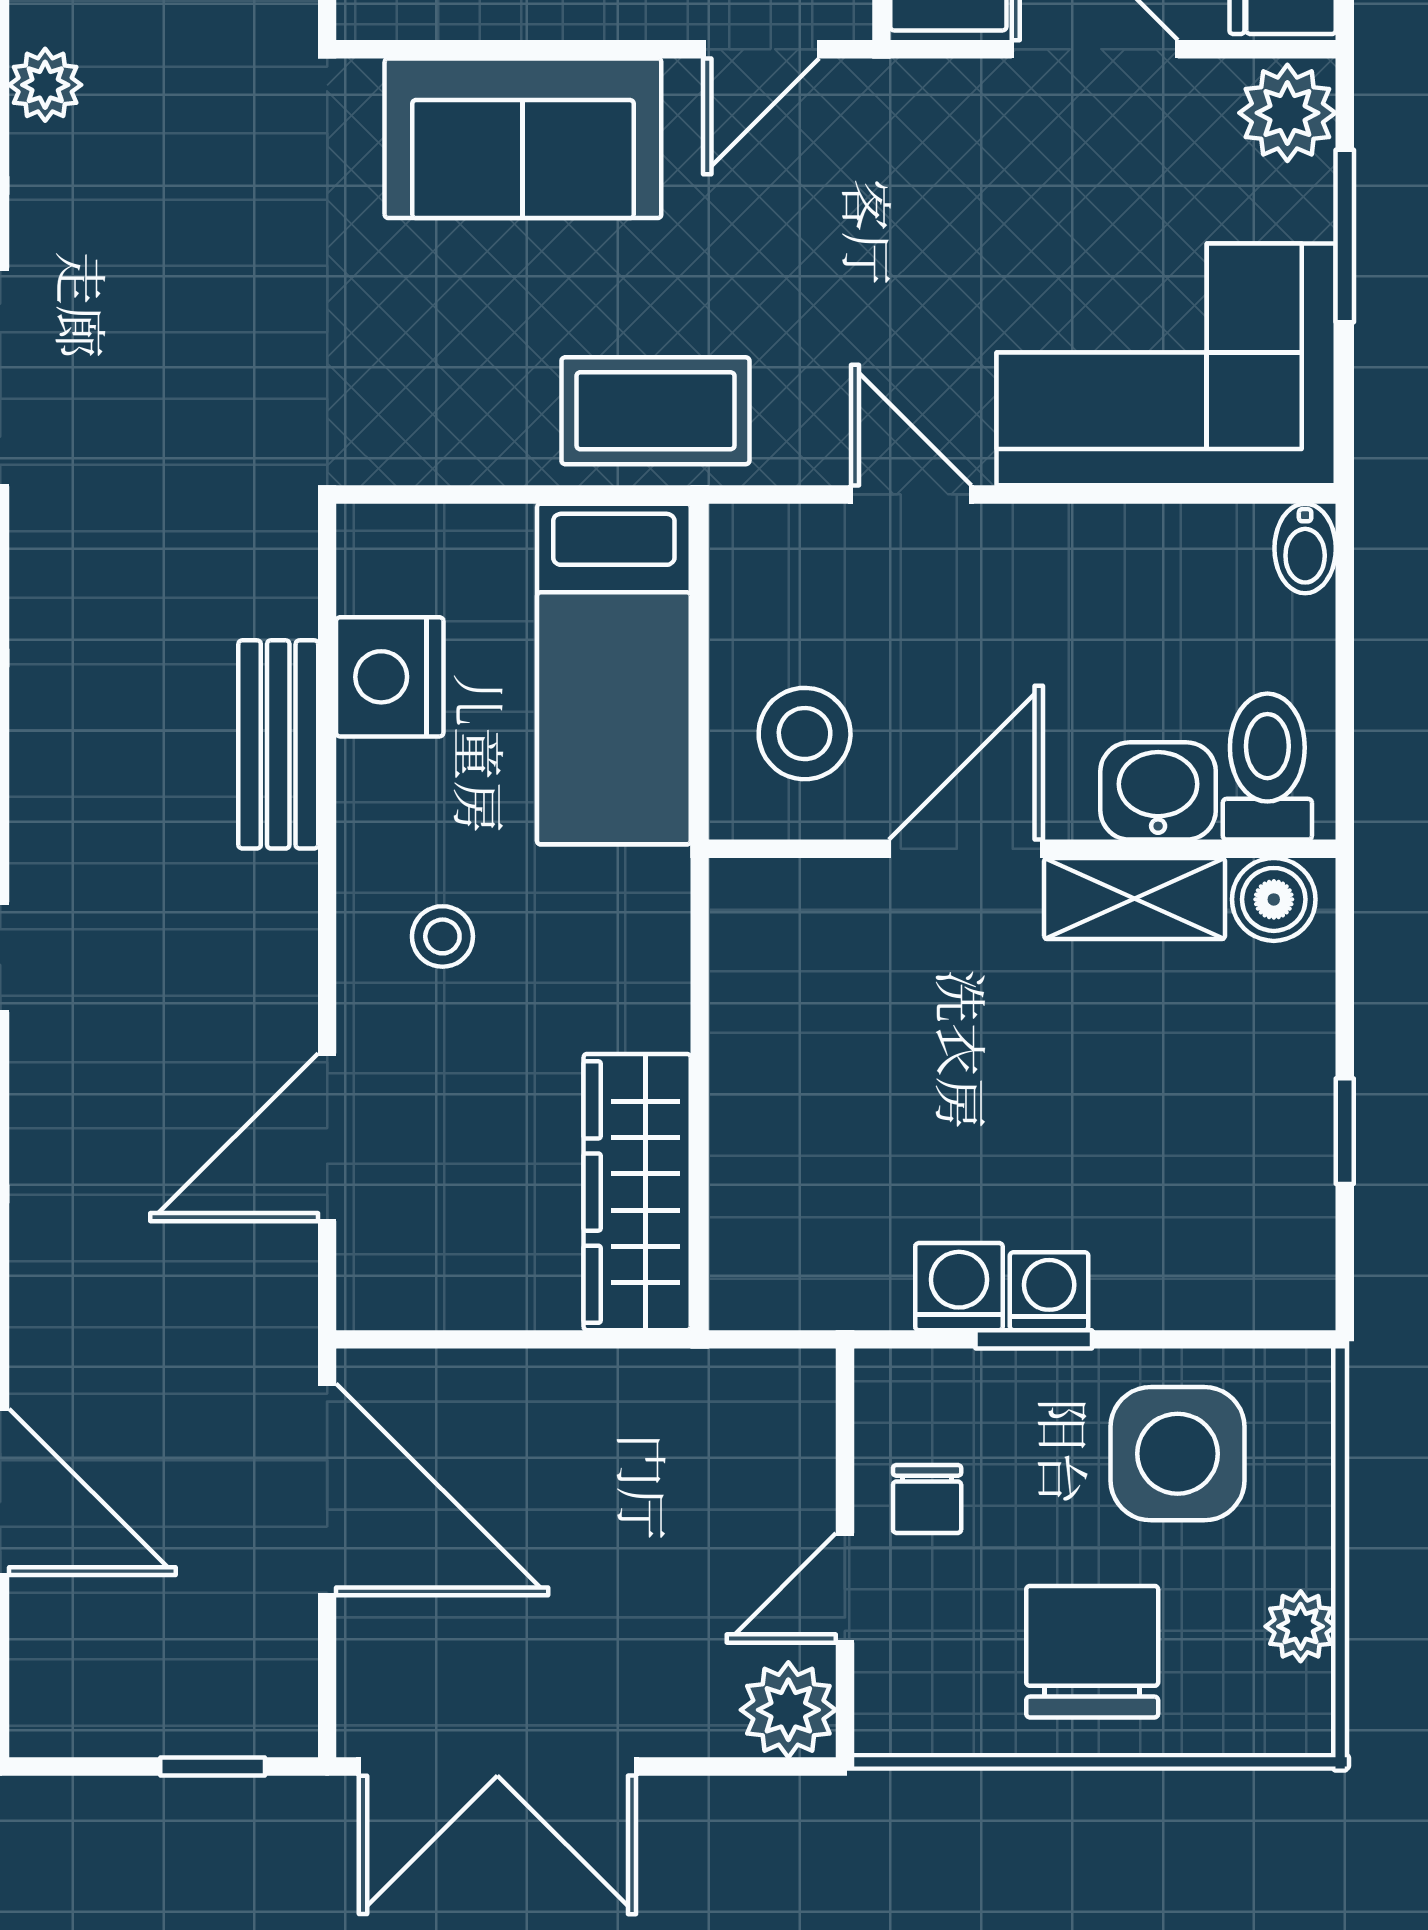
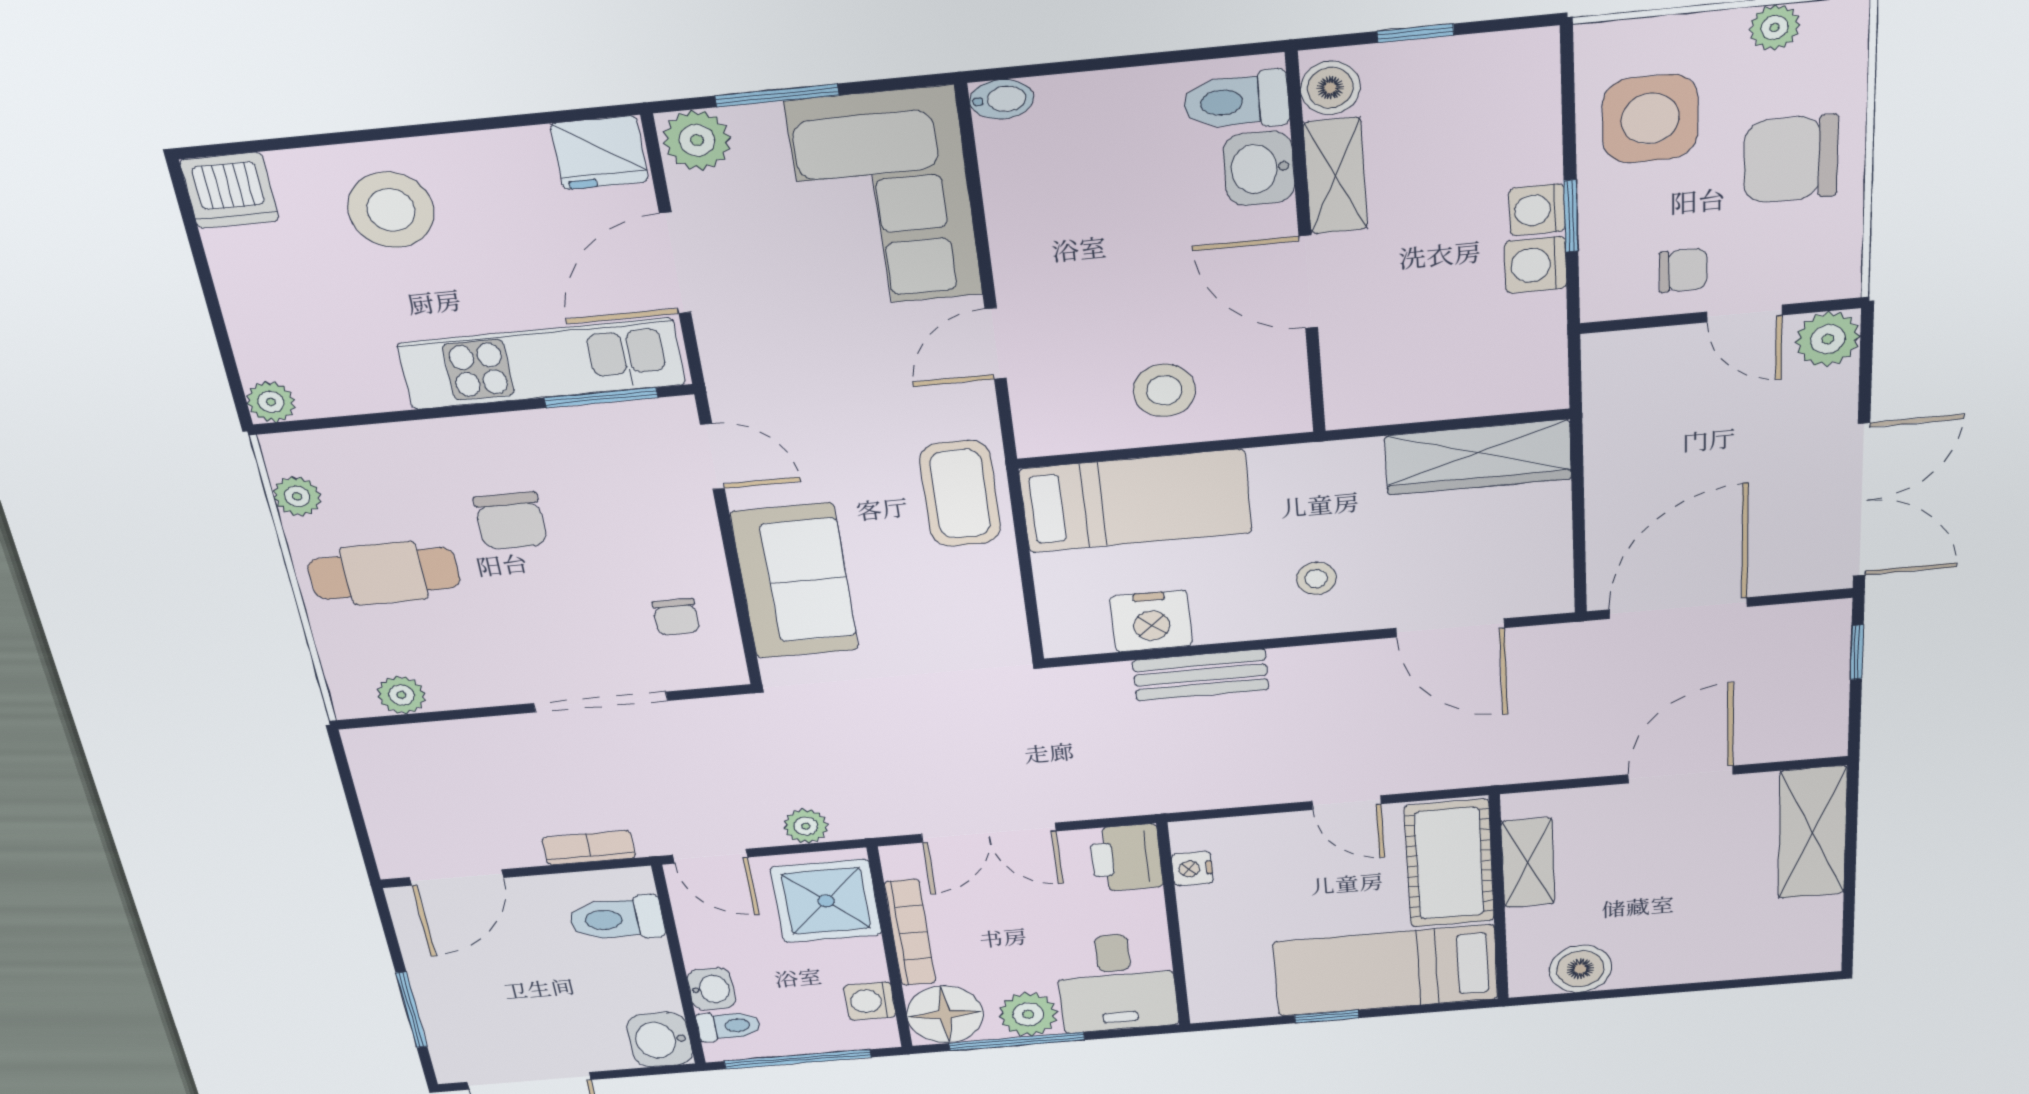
toilet: (1267, 767) -> (1236, 101), moved
washbasin: (1158, 791) -> (1259, 168), moved
door: (966, 849) -> (1308, 282), moved
wall: (1022, 849) -> (1306, 248), moved
shelving: (1135, 899) -> (1336, 176), moved
boiler: (1274, 899) -> (1330, 88), moved

